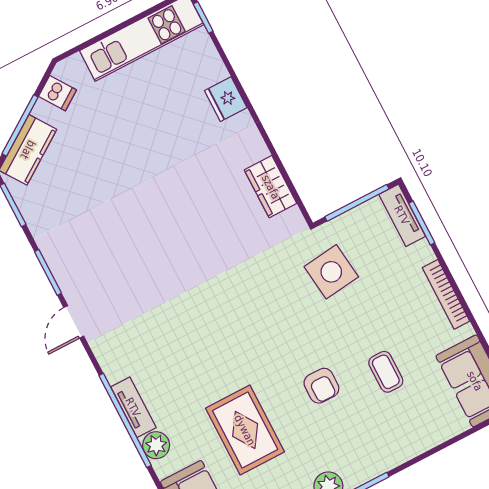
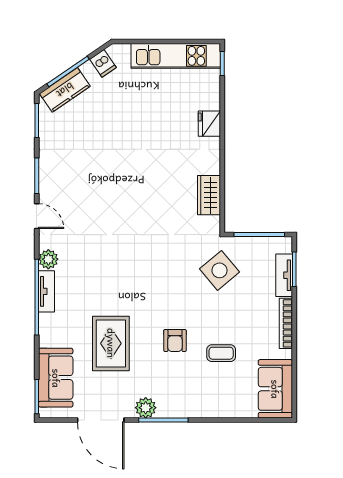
tv unit: (402, 215) -> (284, 275), moved
side table: (331, 272) -> (219, 270), turned -33
door: (74, 322) -> (37, 216), swing flipped
coffee table: (386, 372) -> (221, 353), turned 90
plant: (156, 445) -> (48, 259), moved

